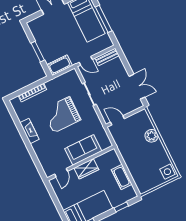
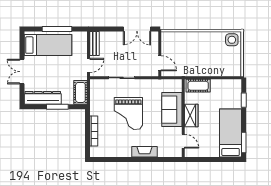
dresser: (39, 36) -> (43, 98), added
double door: (137, 87) -> (137, 29), swing flipped
door: (117, 120) -> (160, 63), swing flipped
fireplace: (29, 131) -> (145, 152), moved
plant: (152, 136) -> (190, 38), removed
cot: (122, 177) -> (198, 86), moved

